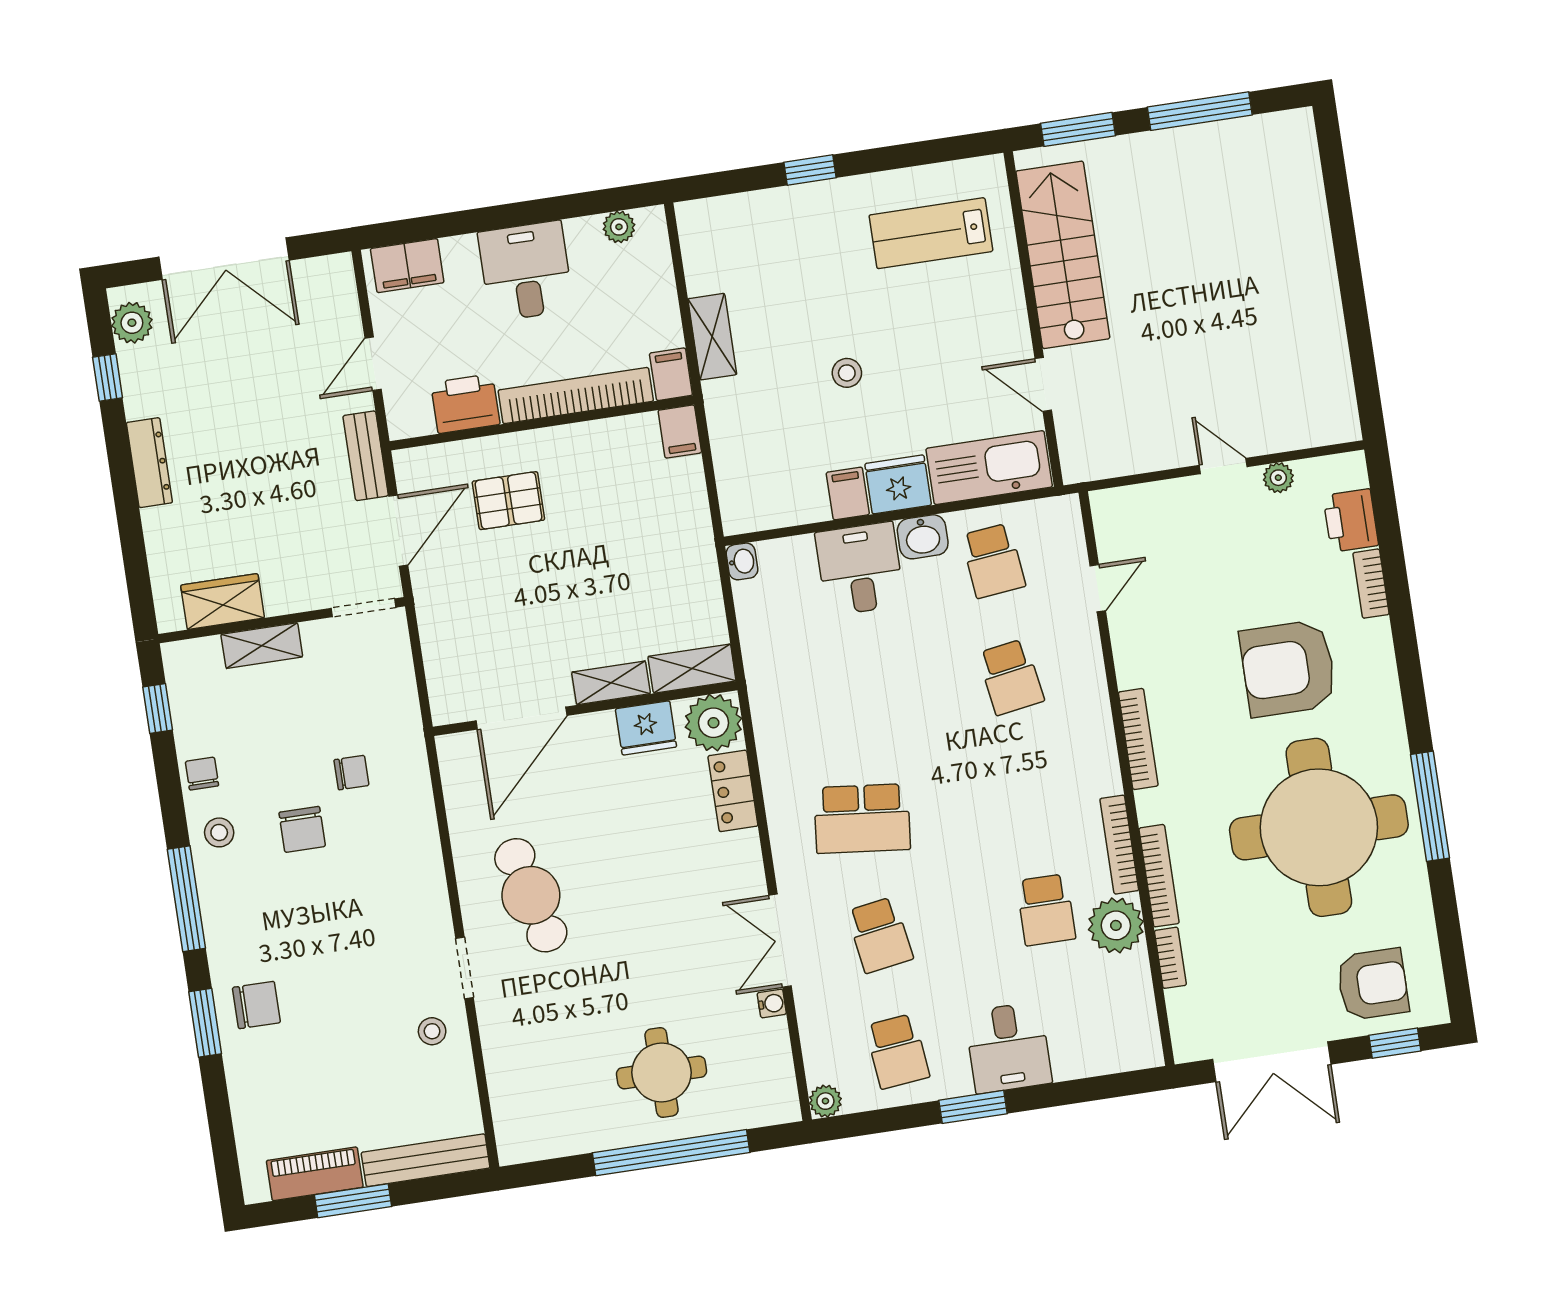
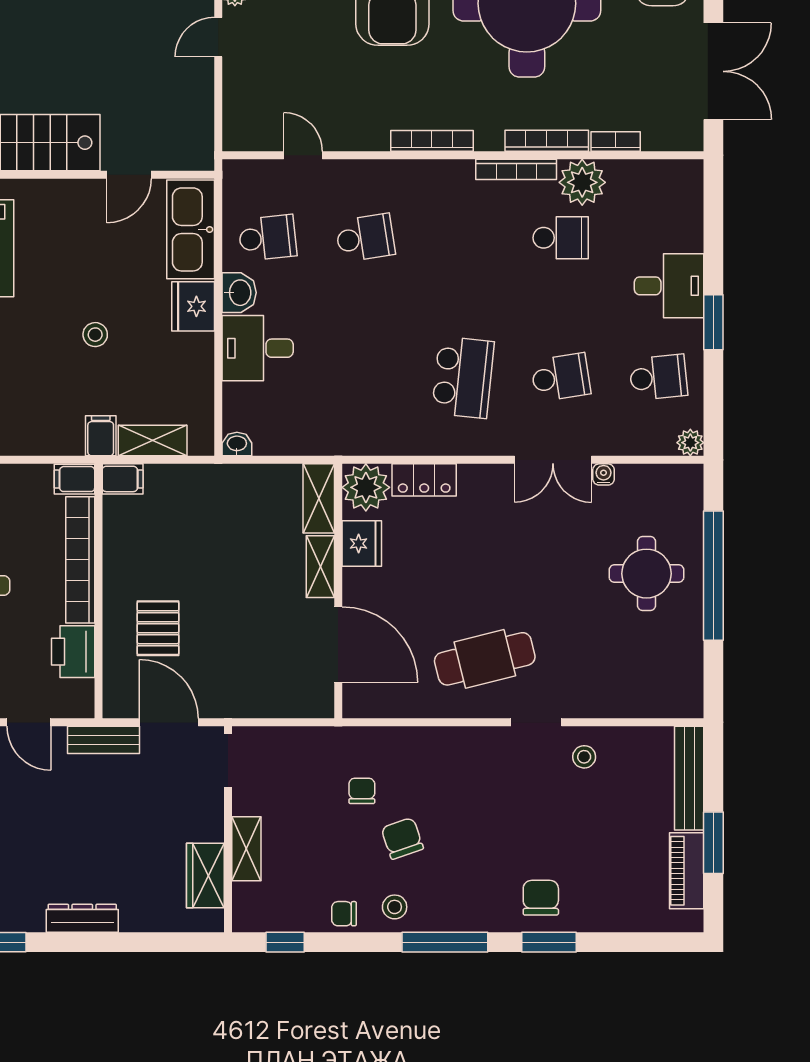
shelving: (712, 337) -> (153, 441), moved
filing cabinet: (848, 493) -> (101, 436), moved, turned 90
chair: (302, 829) -> (402, 838), turned -109

